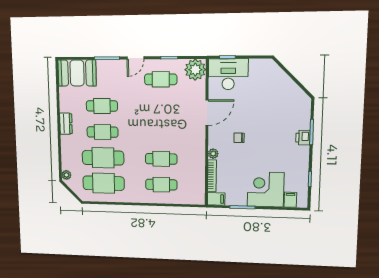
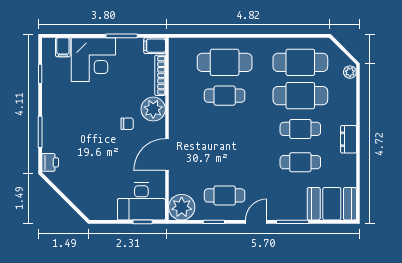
printer: (303, 138) -> (50, 162), moved
plant: (213, 154) -> (153, 109), width x1.88, depth x1.88
cafe table: (161, 185) -> (225, 62), width x1.37, depth x1.35

